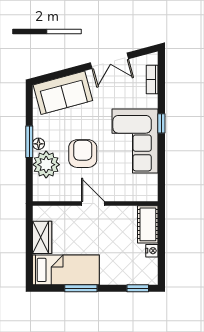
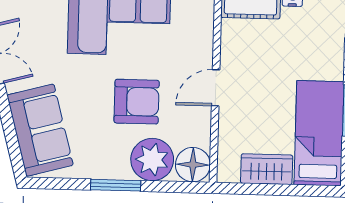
floor lamp: (39, 144) -> (193, 165), moved, width x1.89, depth x1.89
armchair: (83, 154) -> (137, 102), turned 180

